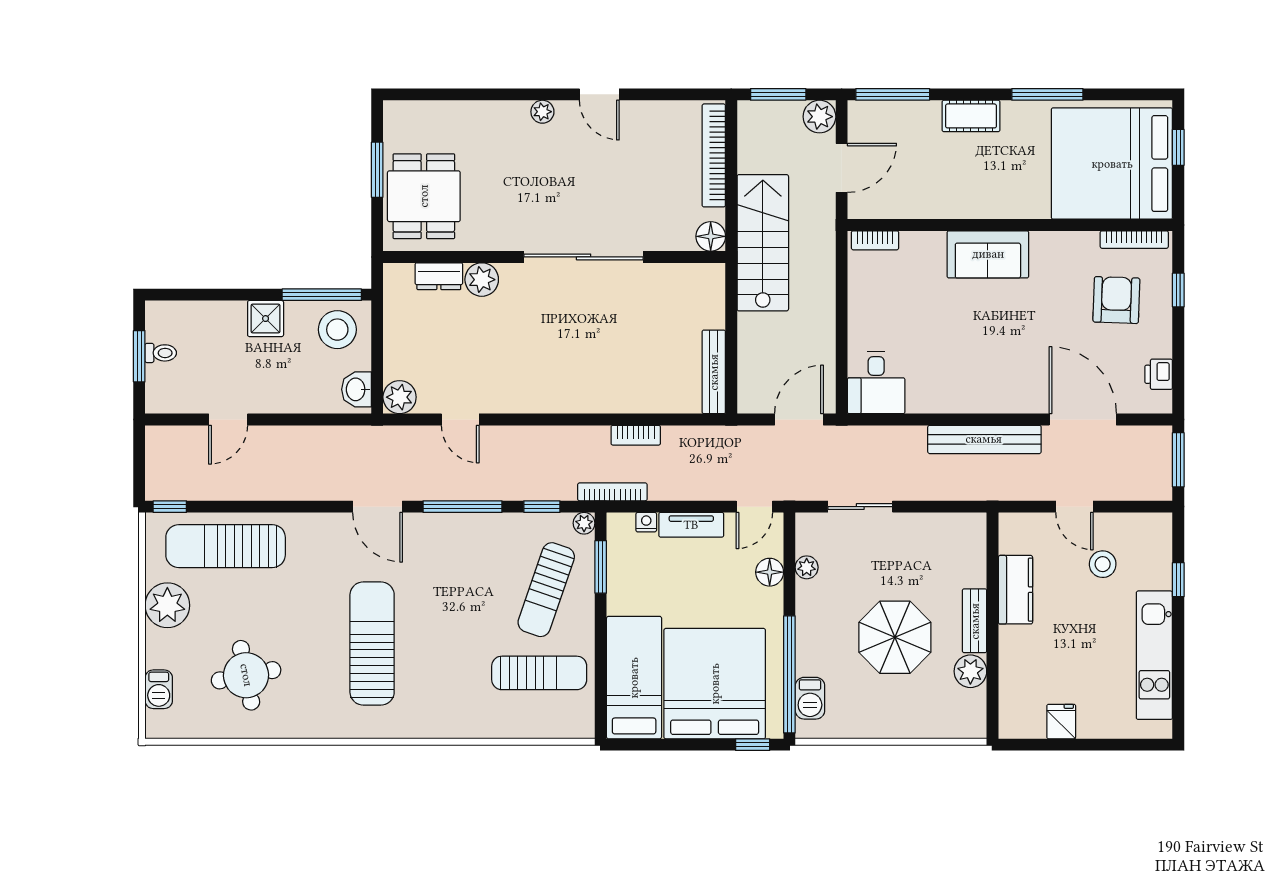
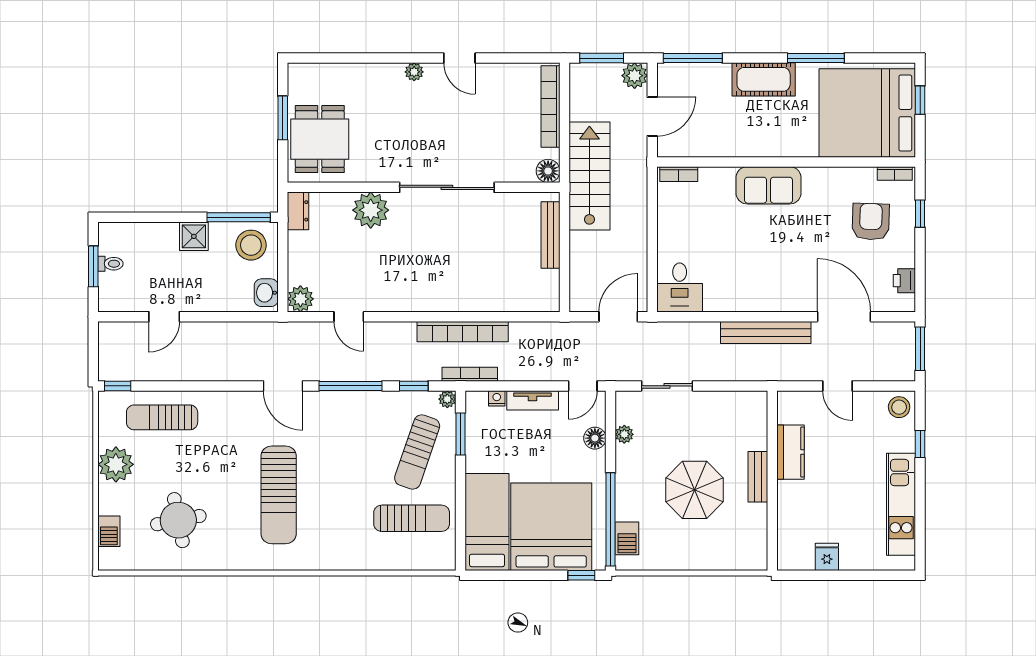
cot: (971, 116) -> (764, 79), width x1.37, depth x1.34
bookcase: (1134, 240) -> (895, 174), width x0.64
dresser: (439, 276) -> (298, 211), moved, turned -90
plant: (482, 280) -> (371, 210), width x1.36, depth x1.36
bench: (714, 372) -> (550, 235), moved
bookcase: (636, 435) -> (463, 332), width x2.31, depth x1.31
sun lounger: (226, 546) -> (162, 417), width x0.73, depth x0.75
stool: (1103, 564) -> (899, 407), moved
sun lounger: (372, 644) -> (279, 495), turned 180
plant: (970, 671) -> (755, 517), removed

